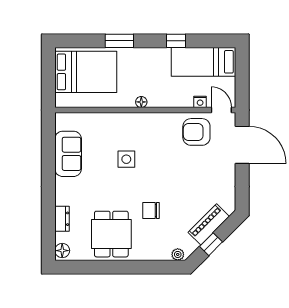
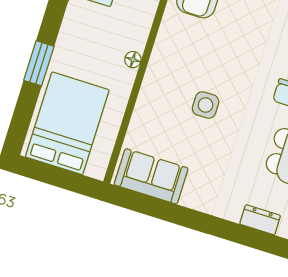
sofa: (68, 154) -> (151, 176), moved

